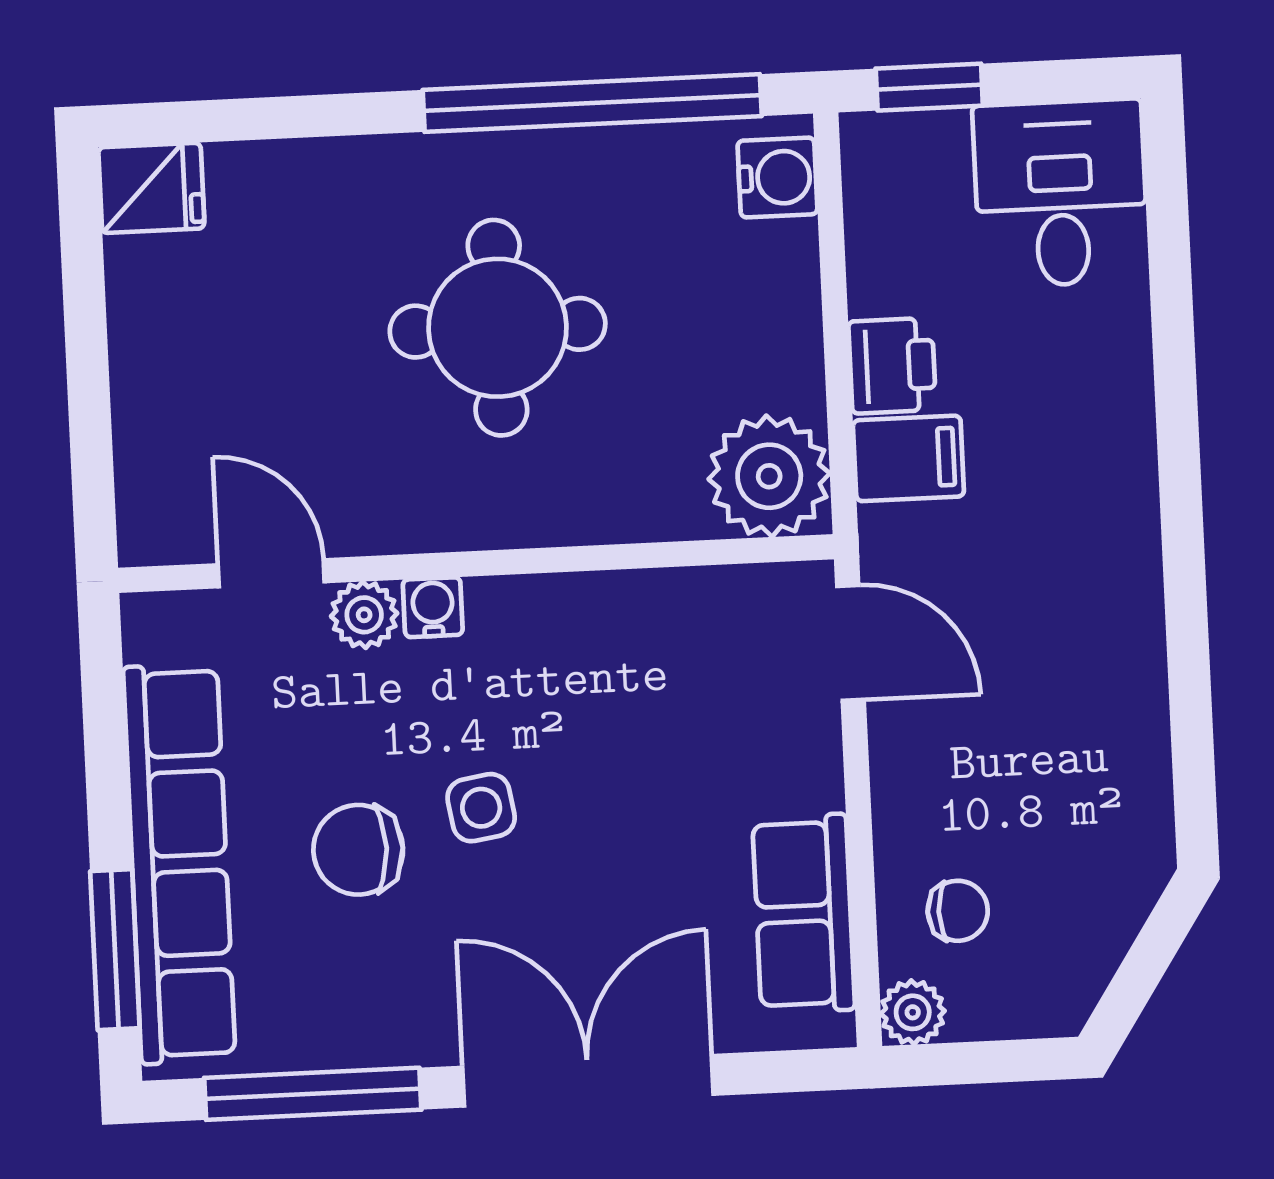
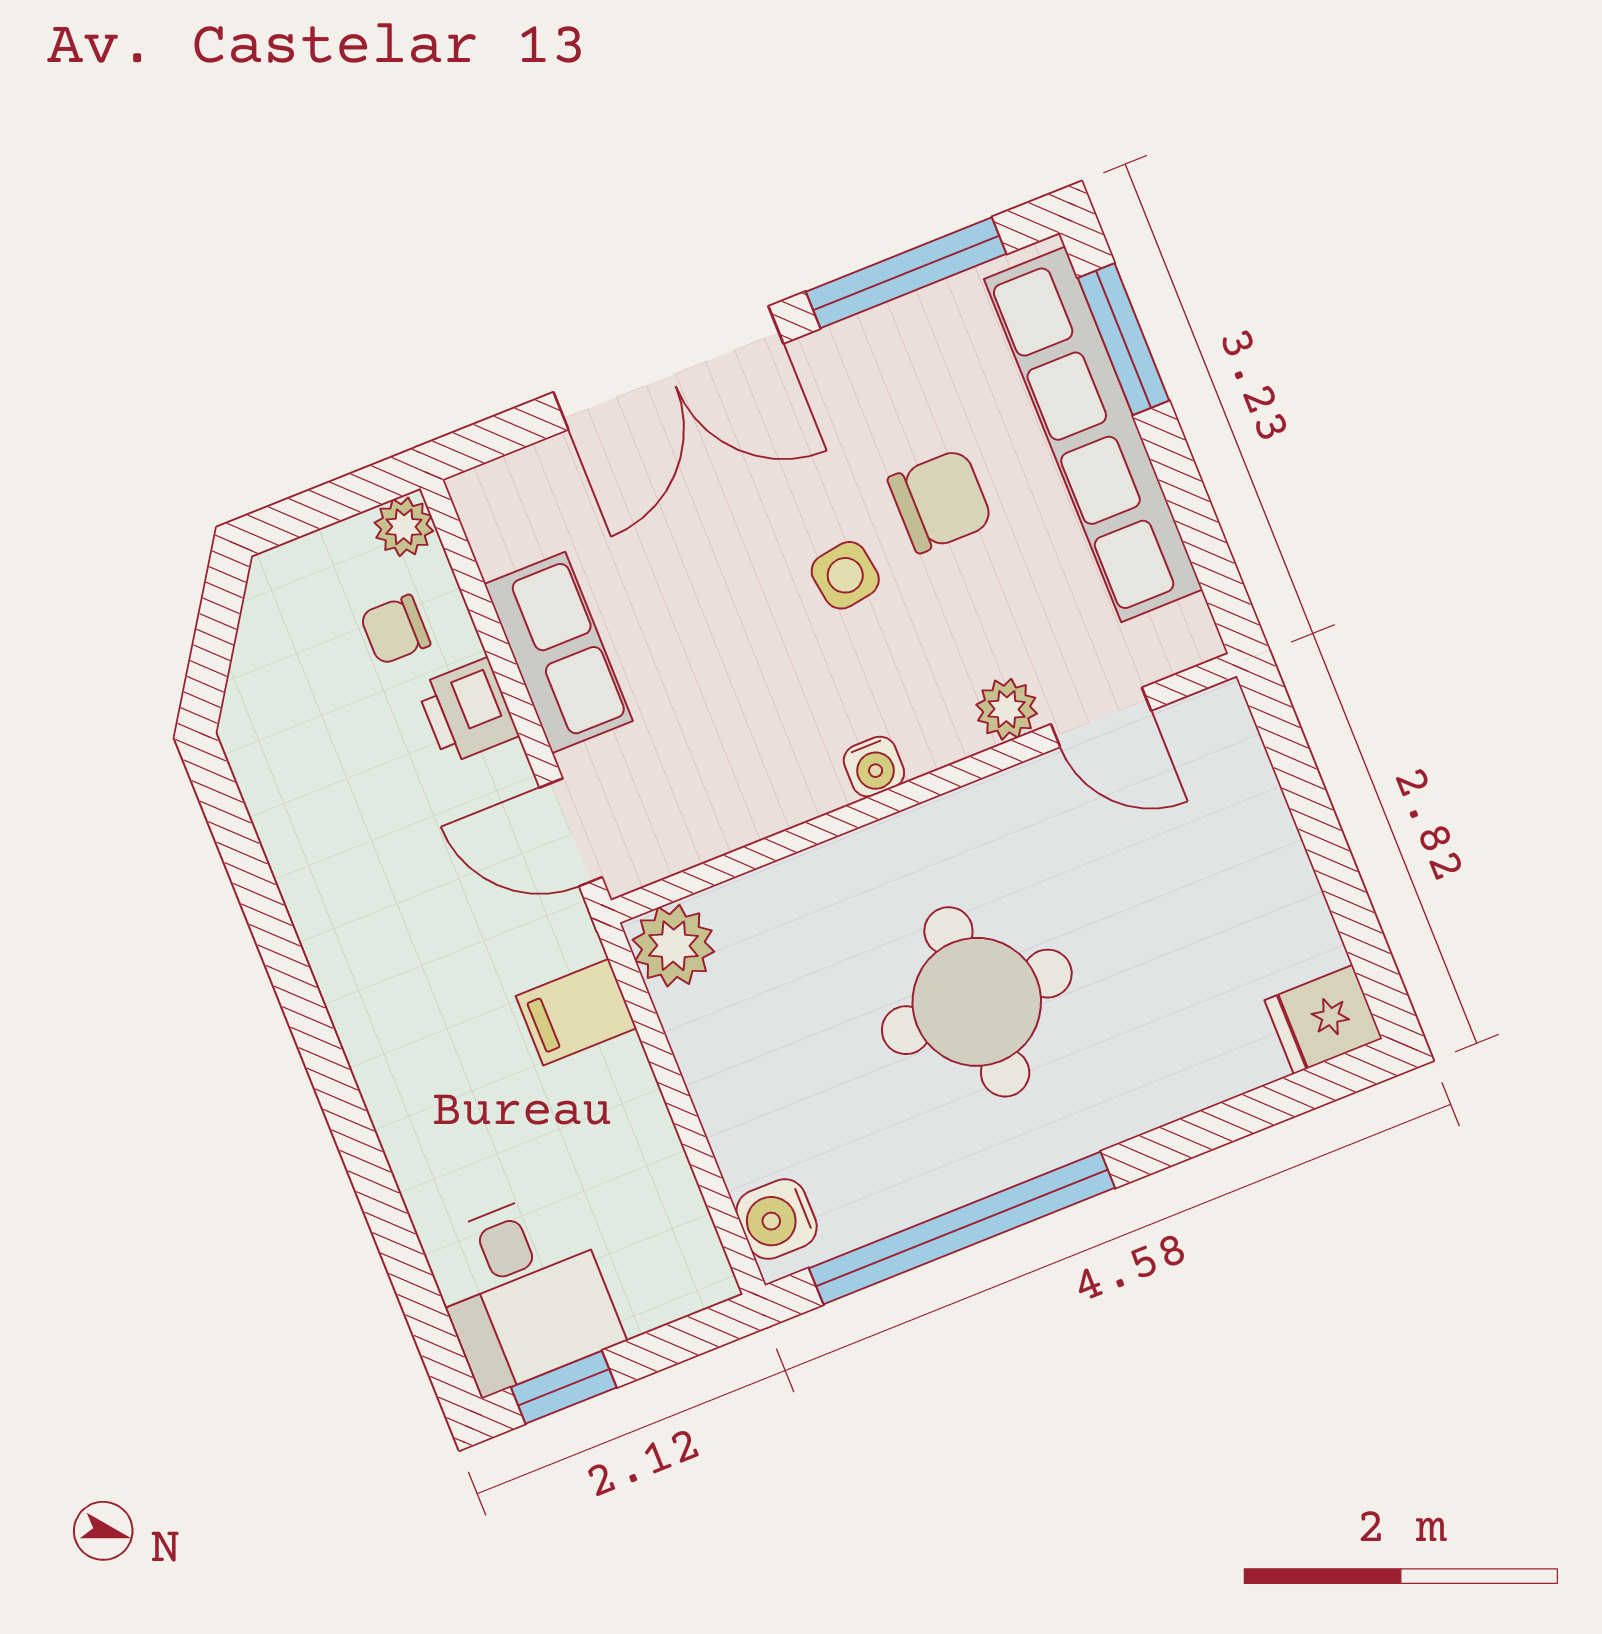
window: (929, 87) -> (564, 1387), moved
printer: (892, 366) -> (468, 711), moved
plant: (769, 476) -> (673, 946), width x0.73, depth x0.73
water cooler: (433, 607) -> (874, 767), moved
row of seats: (804, 914) -> (559, 652), moved

